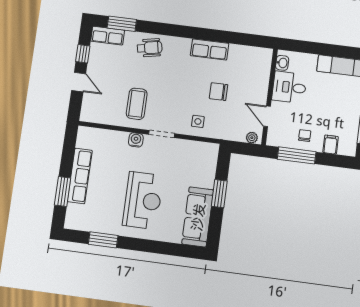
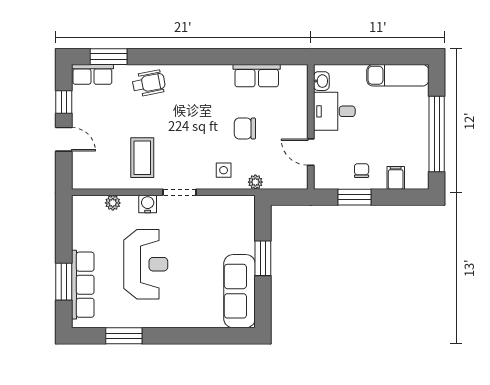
row of seats: (210, 49) -> (257, 76), moved
plant: (109, 135) -> (113, 203), added
plant: (252, 138) -> (255, 182), moved
window: (297, 155) -> (354, 197), width x0.69
row of seats: (80, 176) -> (83, 285), moved
reception desk: (143, 200) -> (146, 264), moved

